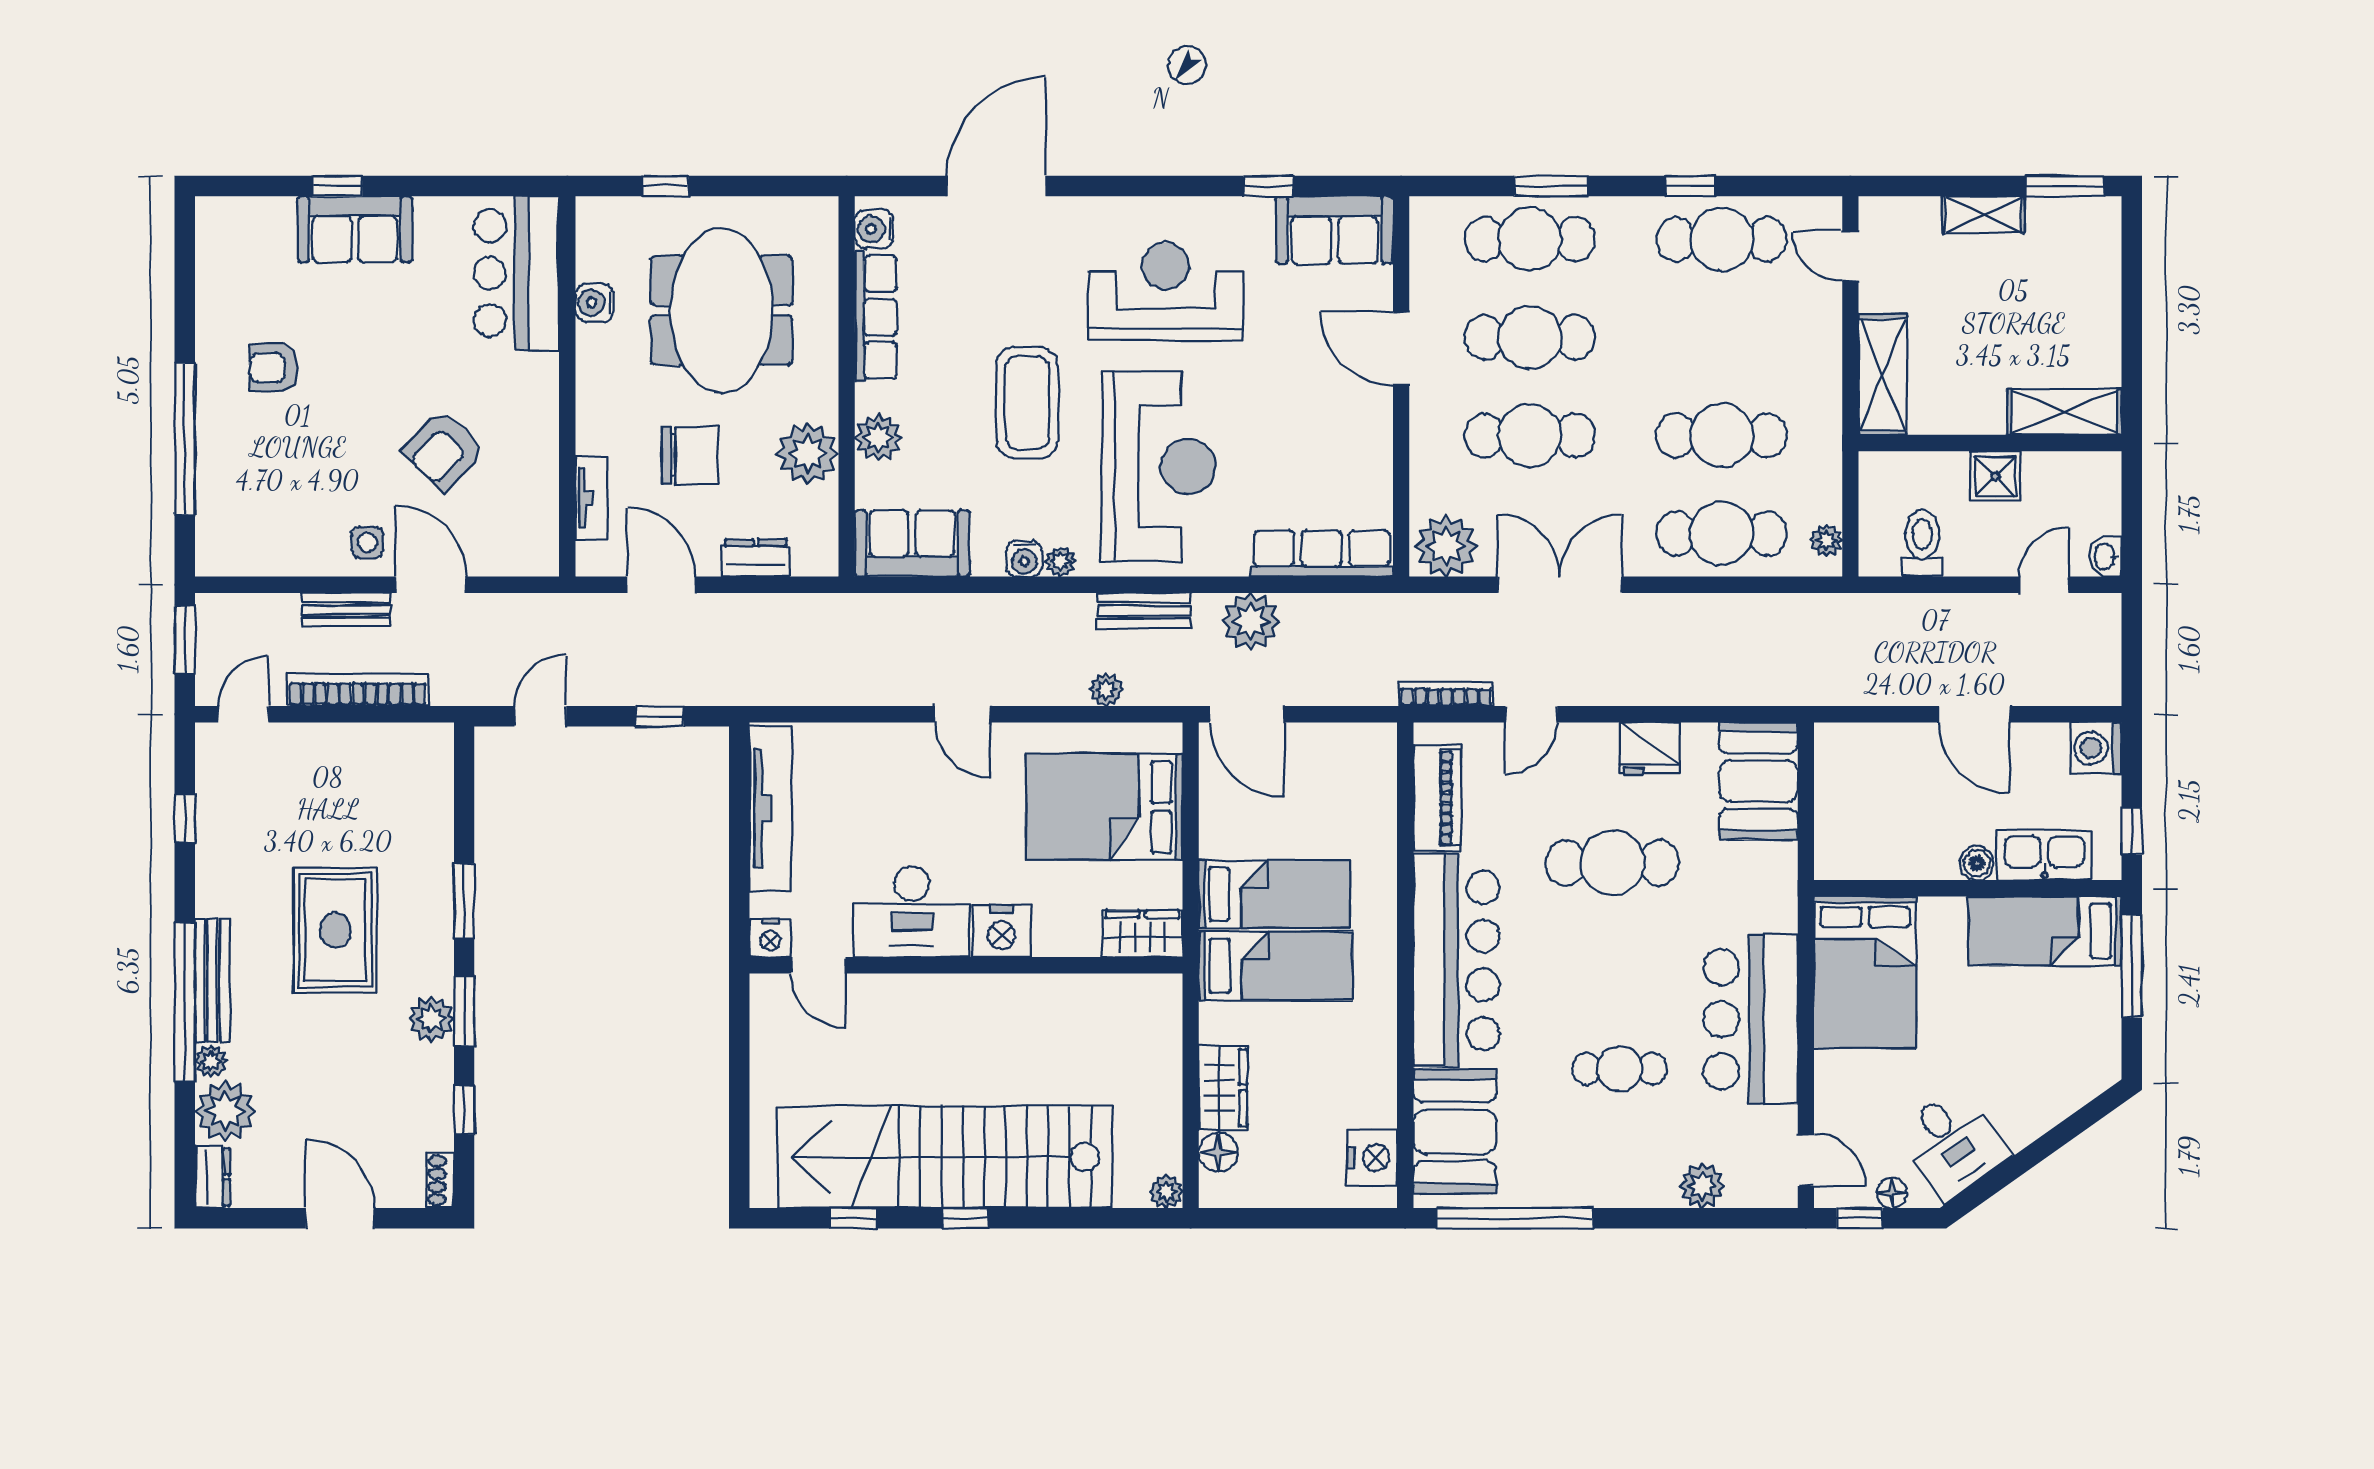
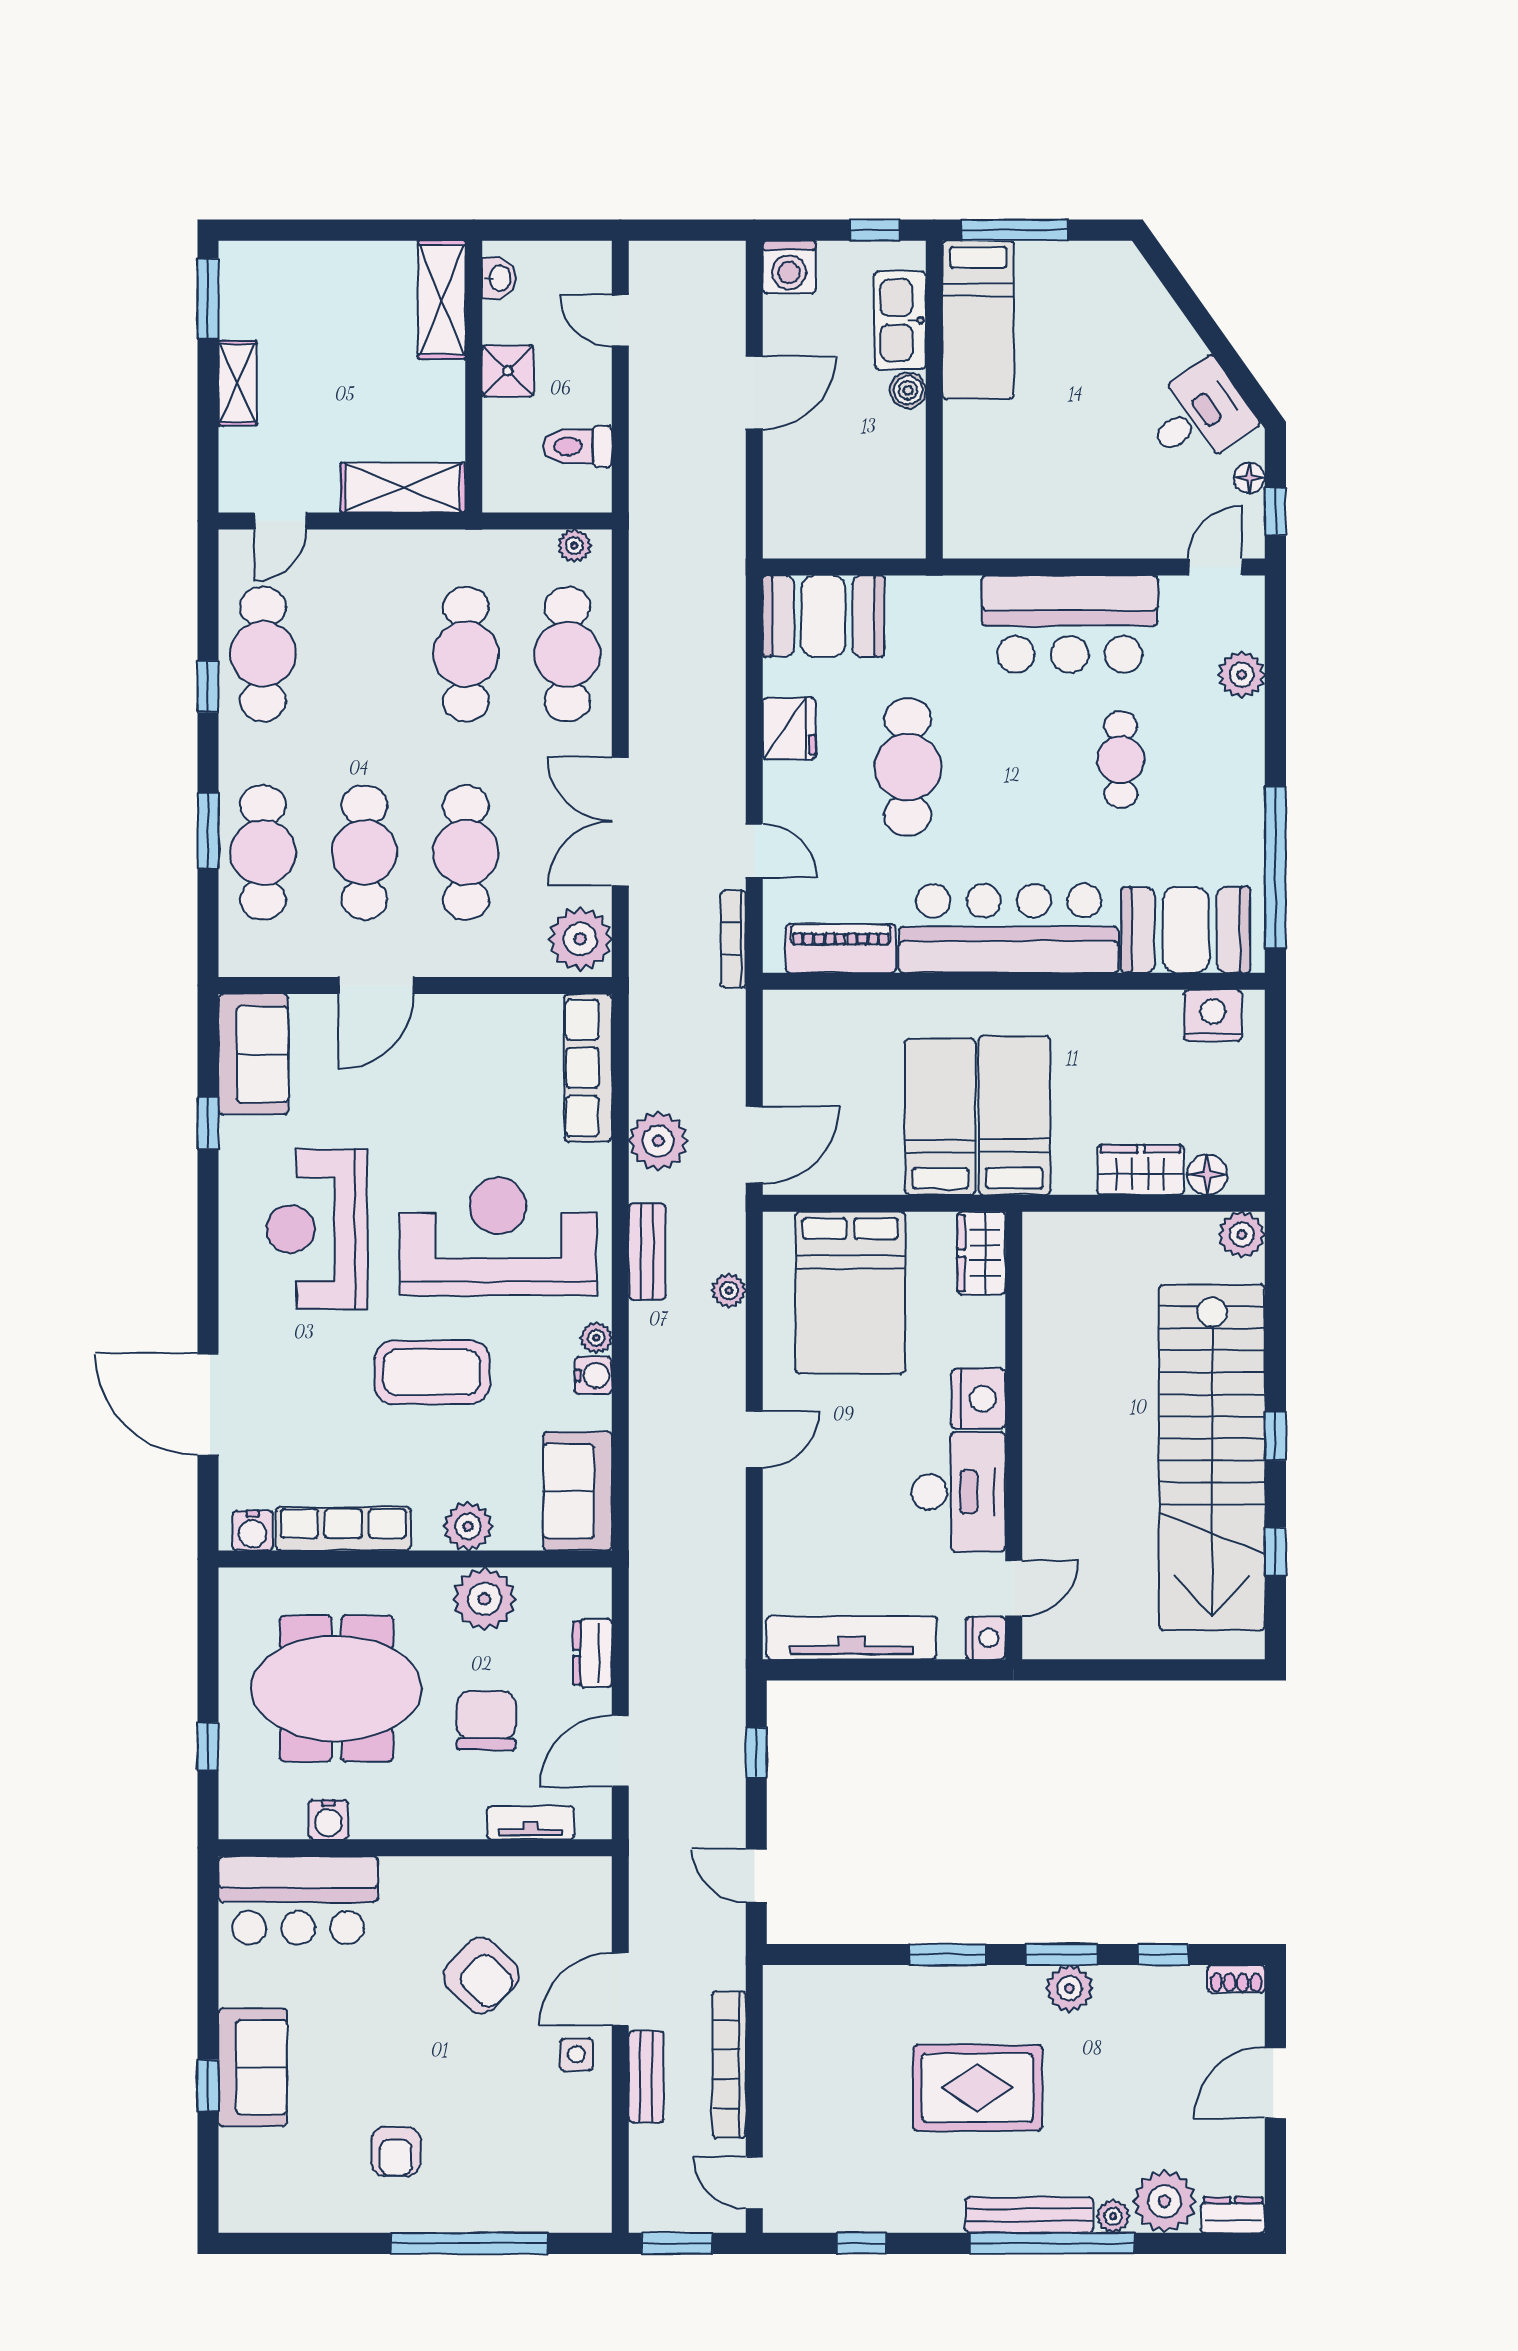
washbasin: (2105, 557) -> (499, 278), moved, turned -90
bed: (1865, 972) -> (1021, 506), removed
plant: (1166, 1192) -> (1242, 1235), width x1.38, depth x1.38

